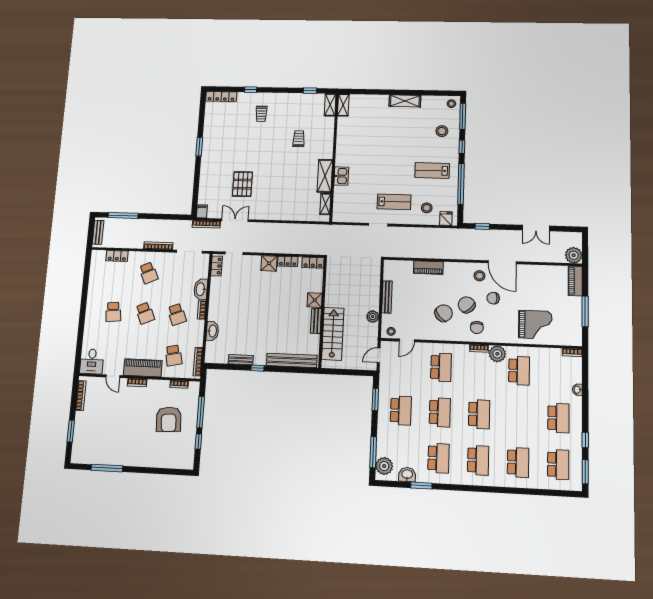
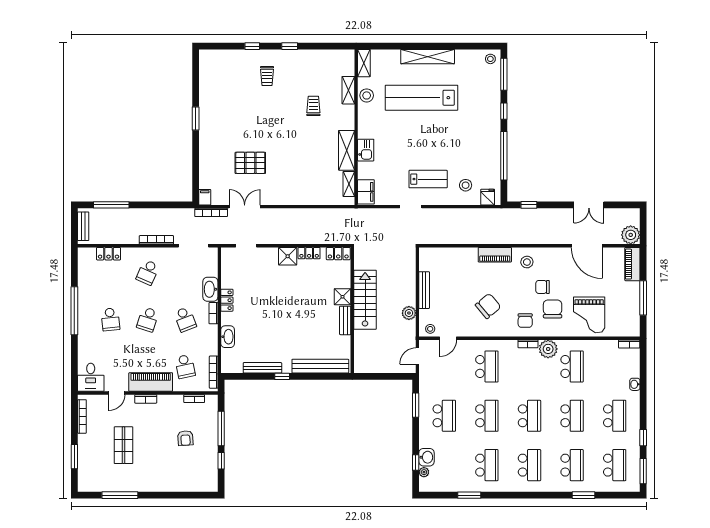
window: (310, 91) -> (290, 46), moved
locker: (221, 97) -> (217, 55), removed
shelving: (405, 101) -> (428, 57), width x1.47
shelving: (330, 105) -> (348, 90), moved
stool: (442, 131) -> (367, 95), moved
lab bench: (432, 171) -> (422, 98), moved, width x1.86, depth x1.39
pallet: (242, 184) -> (250, 163), turned 90
filing cabinet: (340, 211) -> (366, 192), added
door: (502, 262) -> (587, 246), moved
locker: (217, 266) -> (227, 300), moved
piano: (428, 268) -> (495, 255), moved
school desk: (149, 273) -> (148, 272), turned 48
window: (84, 303) -> (74, 311), added
chair: (467, 305) -> (553, 309), moved, turned 42
school desk: (145, 313) -> (148, 319), turned 42
grand piano: (535, 325) -> (589, 315), turned 90
stairs: (333, 334) -> (365, 300), moved
bench: (241, 360) -> (262, 368), width x1.36
door: (113, 376) -> (117, 393), hinge flipped
school desk: (519, 416) -> (572, 416), added
armchair: (169, 419) -> (185, 438), width x0.53, depth x0.53
shop shelf: (114, 423) -> (123, 445), added
window: (373, 452) -> (416, 462), width x0.46
plant: (384, 466) -> (424, 472), width x0.53, depth x0.53
washbasin: (407, 475) -> (426, 457), moved, turned 90
window: (528, 491) -> (583, 495), added

